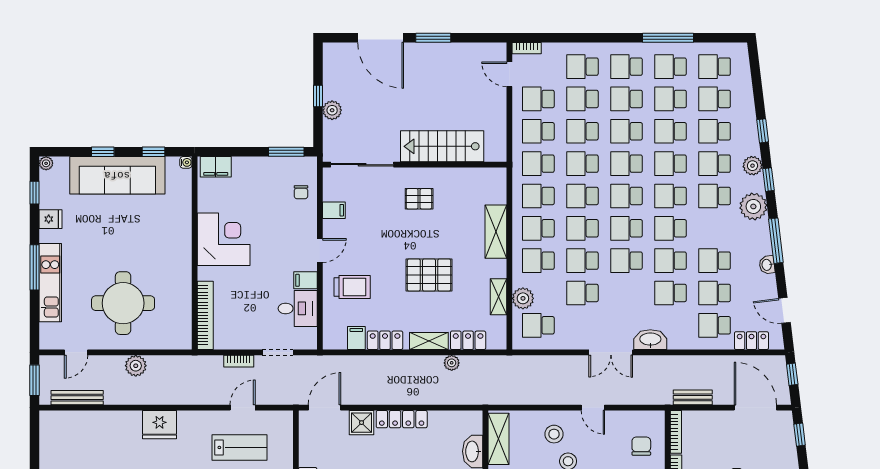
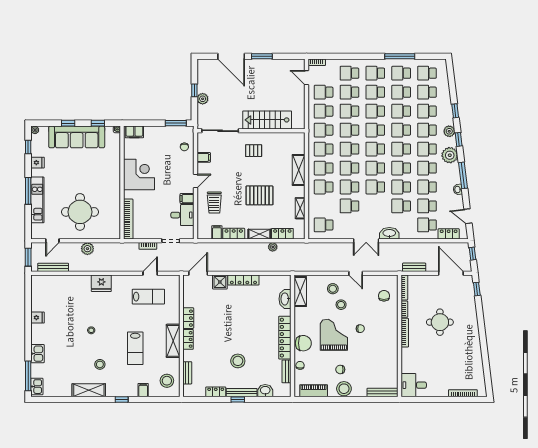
school desk: (715, 228) -> (427, 168), added
trolley: (352, 287) -> (214, 202), turned 90
plant: (523, 298) -> (315, 209), removed

